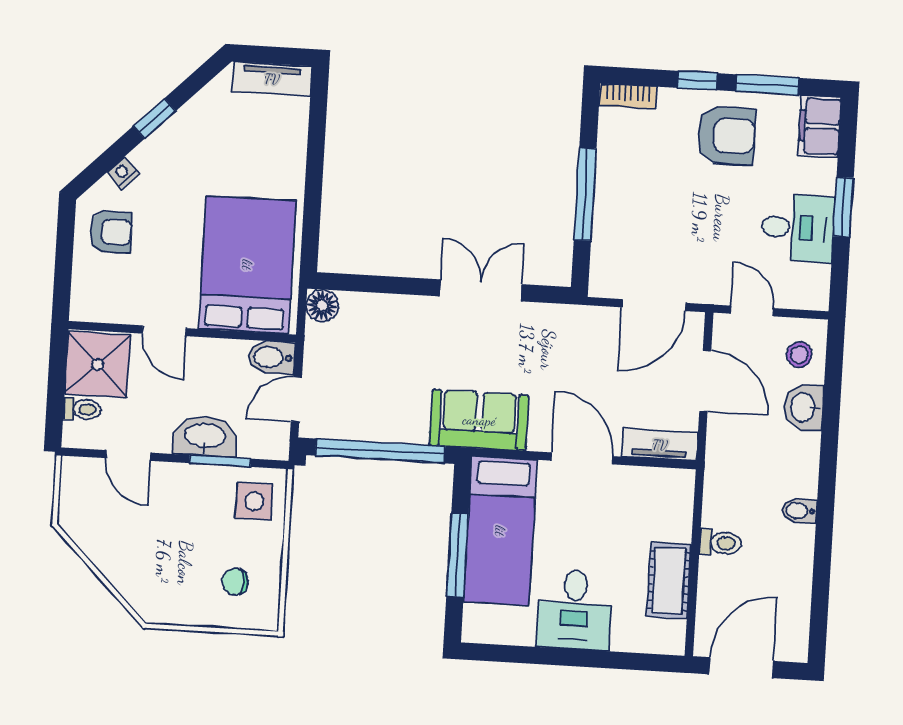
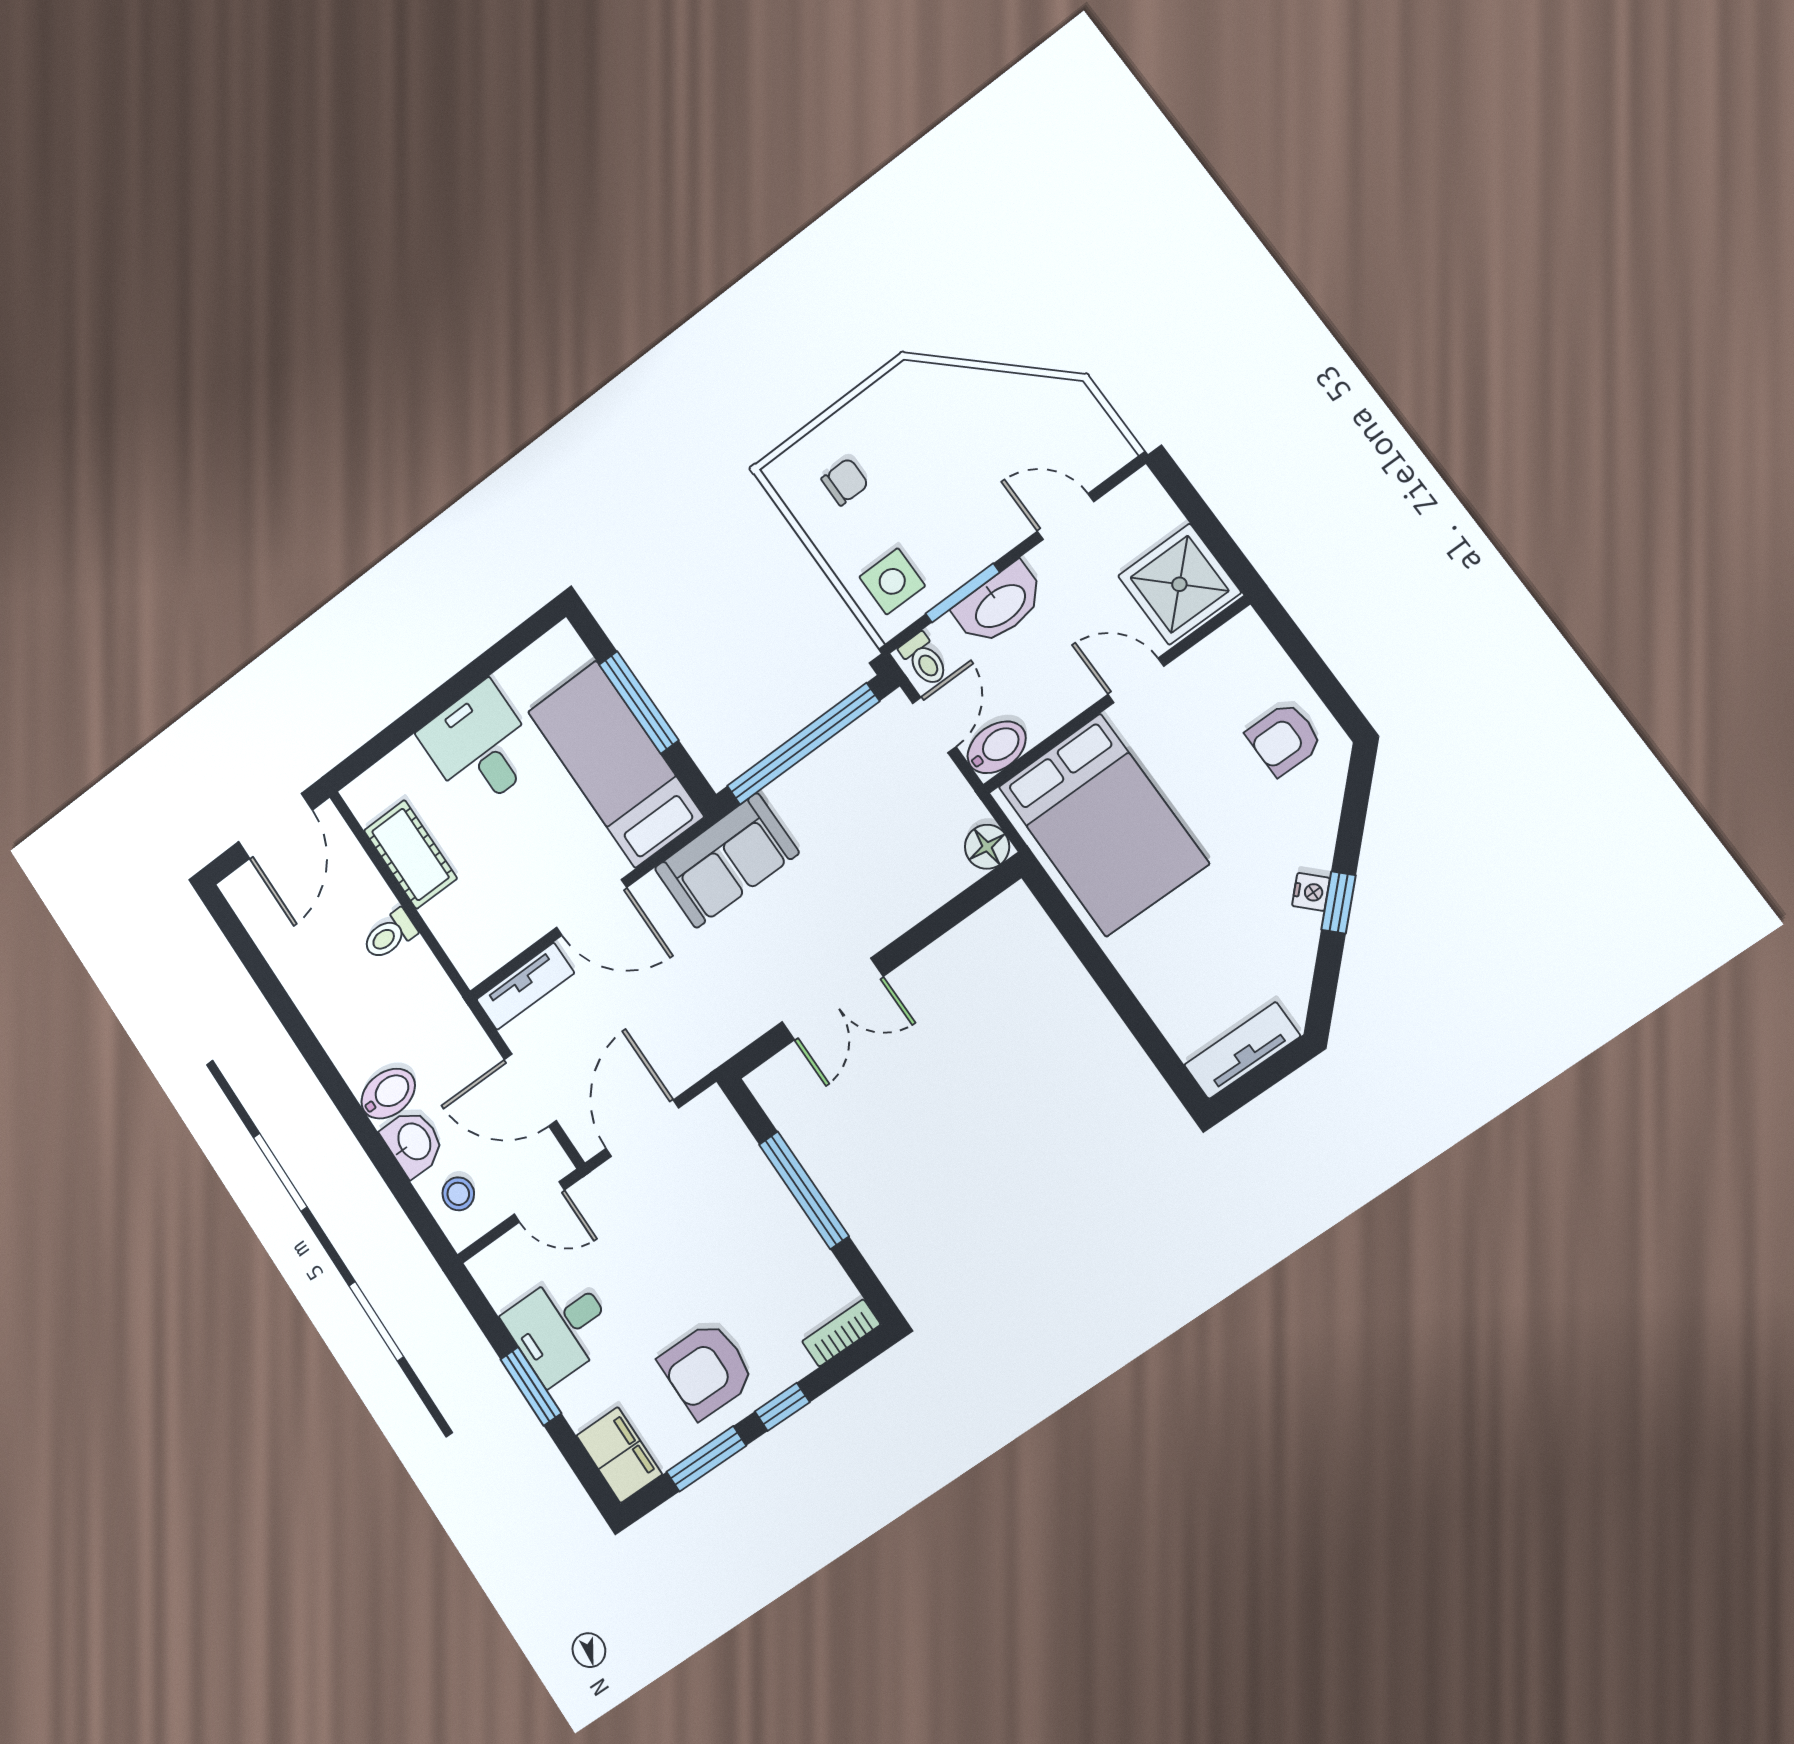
nightstand: (123, 173) -> (1311, 892), moved
toilet: (82, 409) -> (924, 660), moved, turned -90
bidet: (799, 511) -> (388, 1094), moved, width x1.38, depth x1.36

